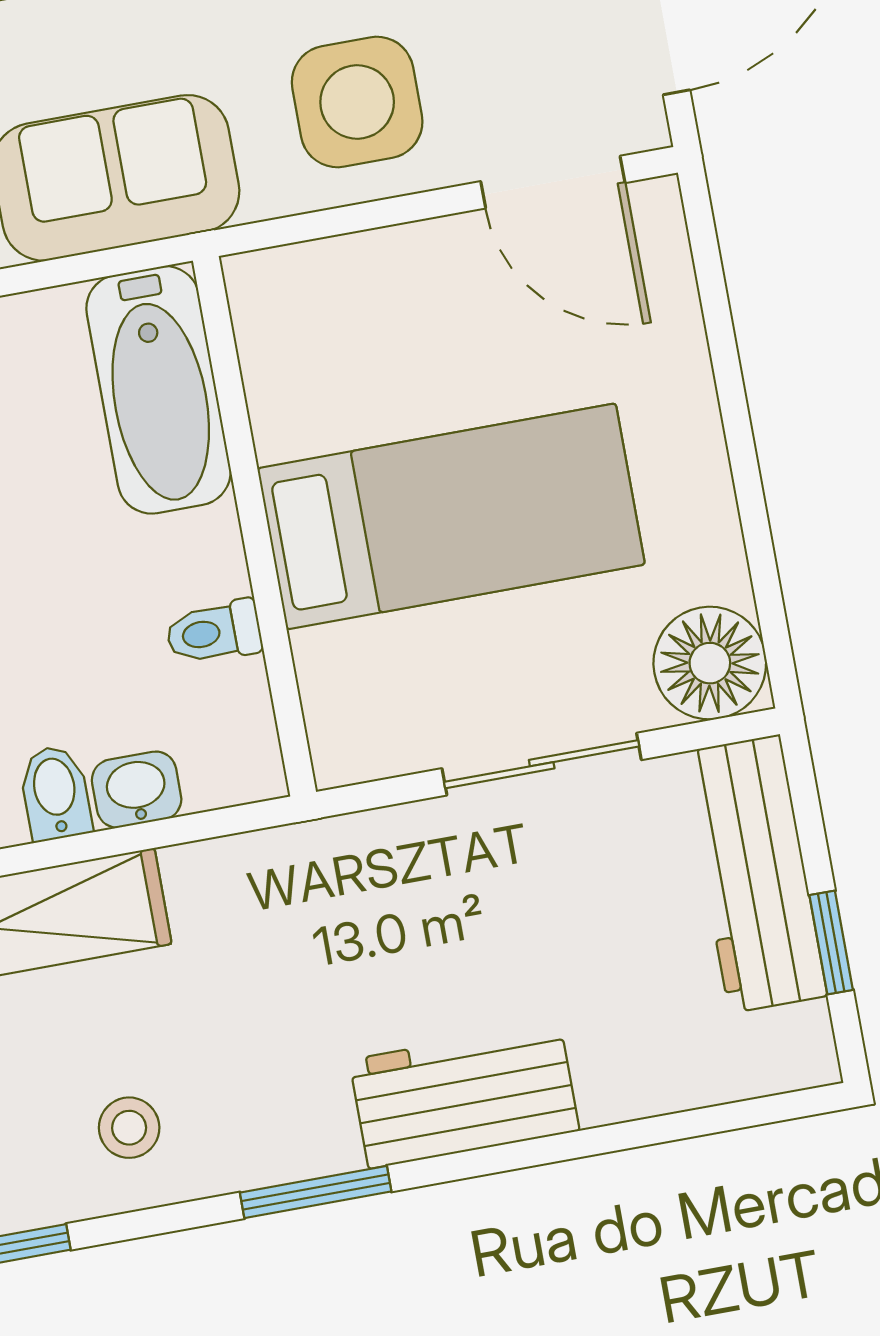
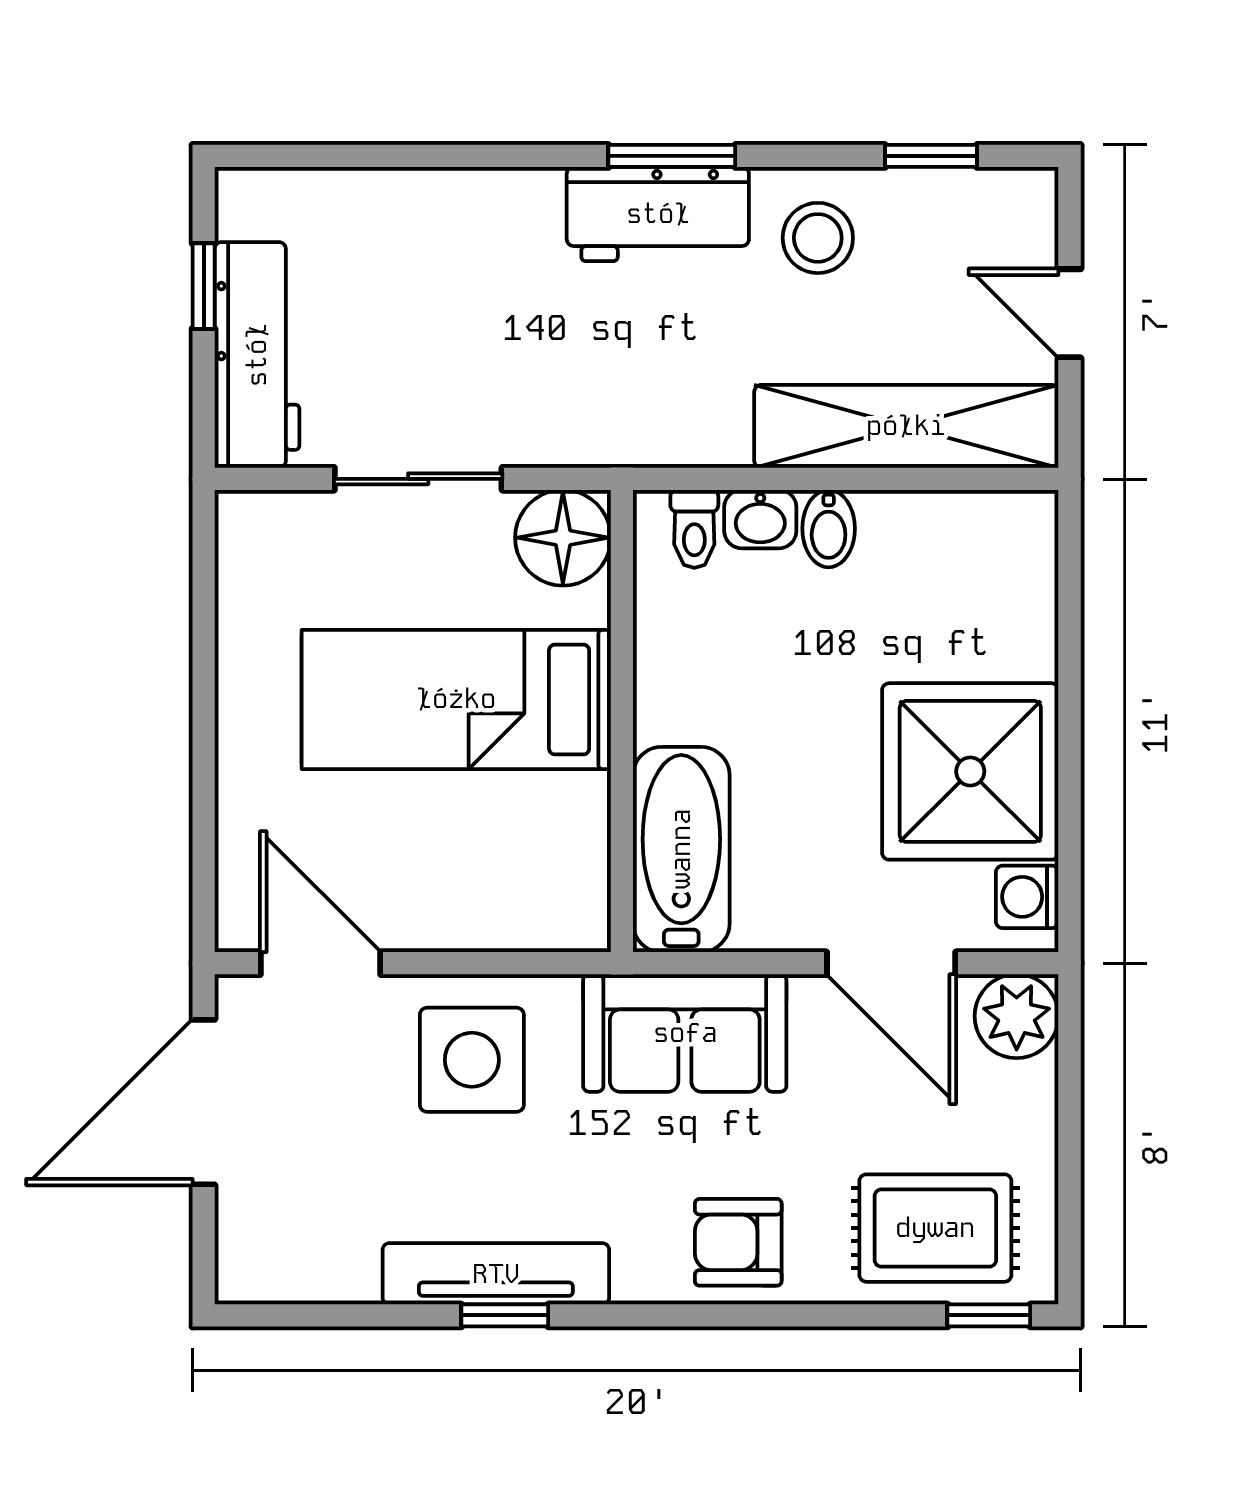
toilet: (214, 632) -> (694, 529), moved, turned 90
floor lamp: (710, 663) -> (563, 538), moved
workbench: (464, 1095) -> (658, 214), moved
stool: (129, 1128) -> (818, 238), width x1.37, depth x1.37

